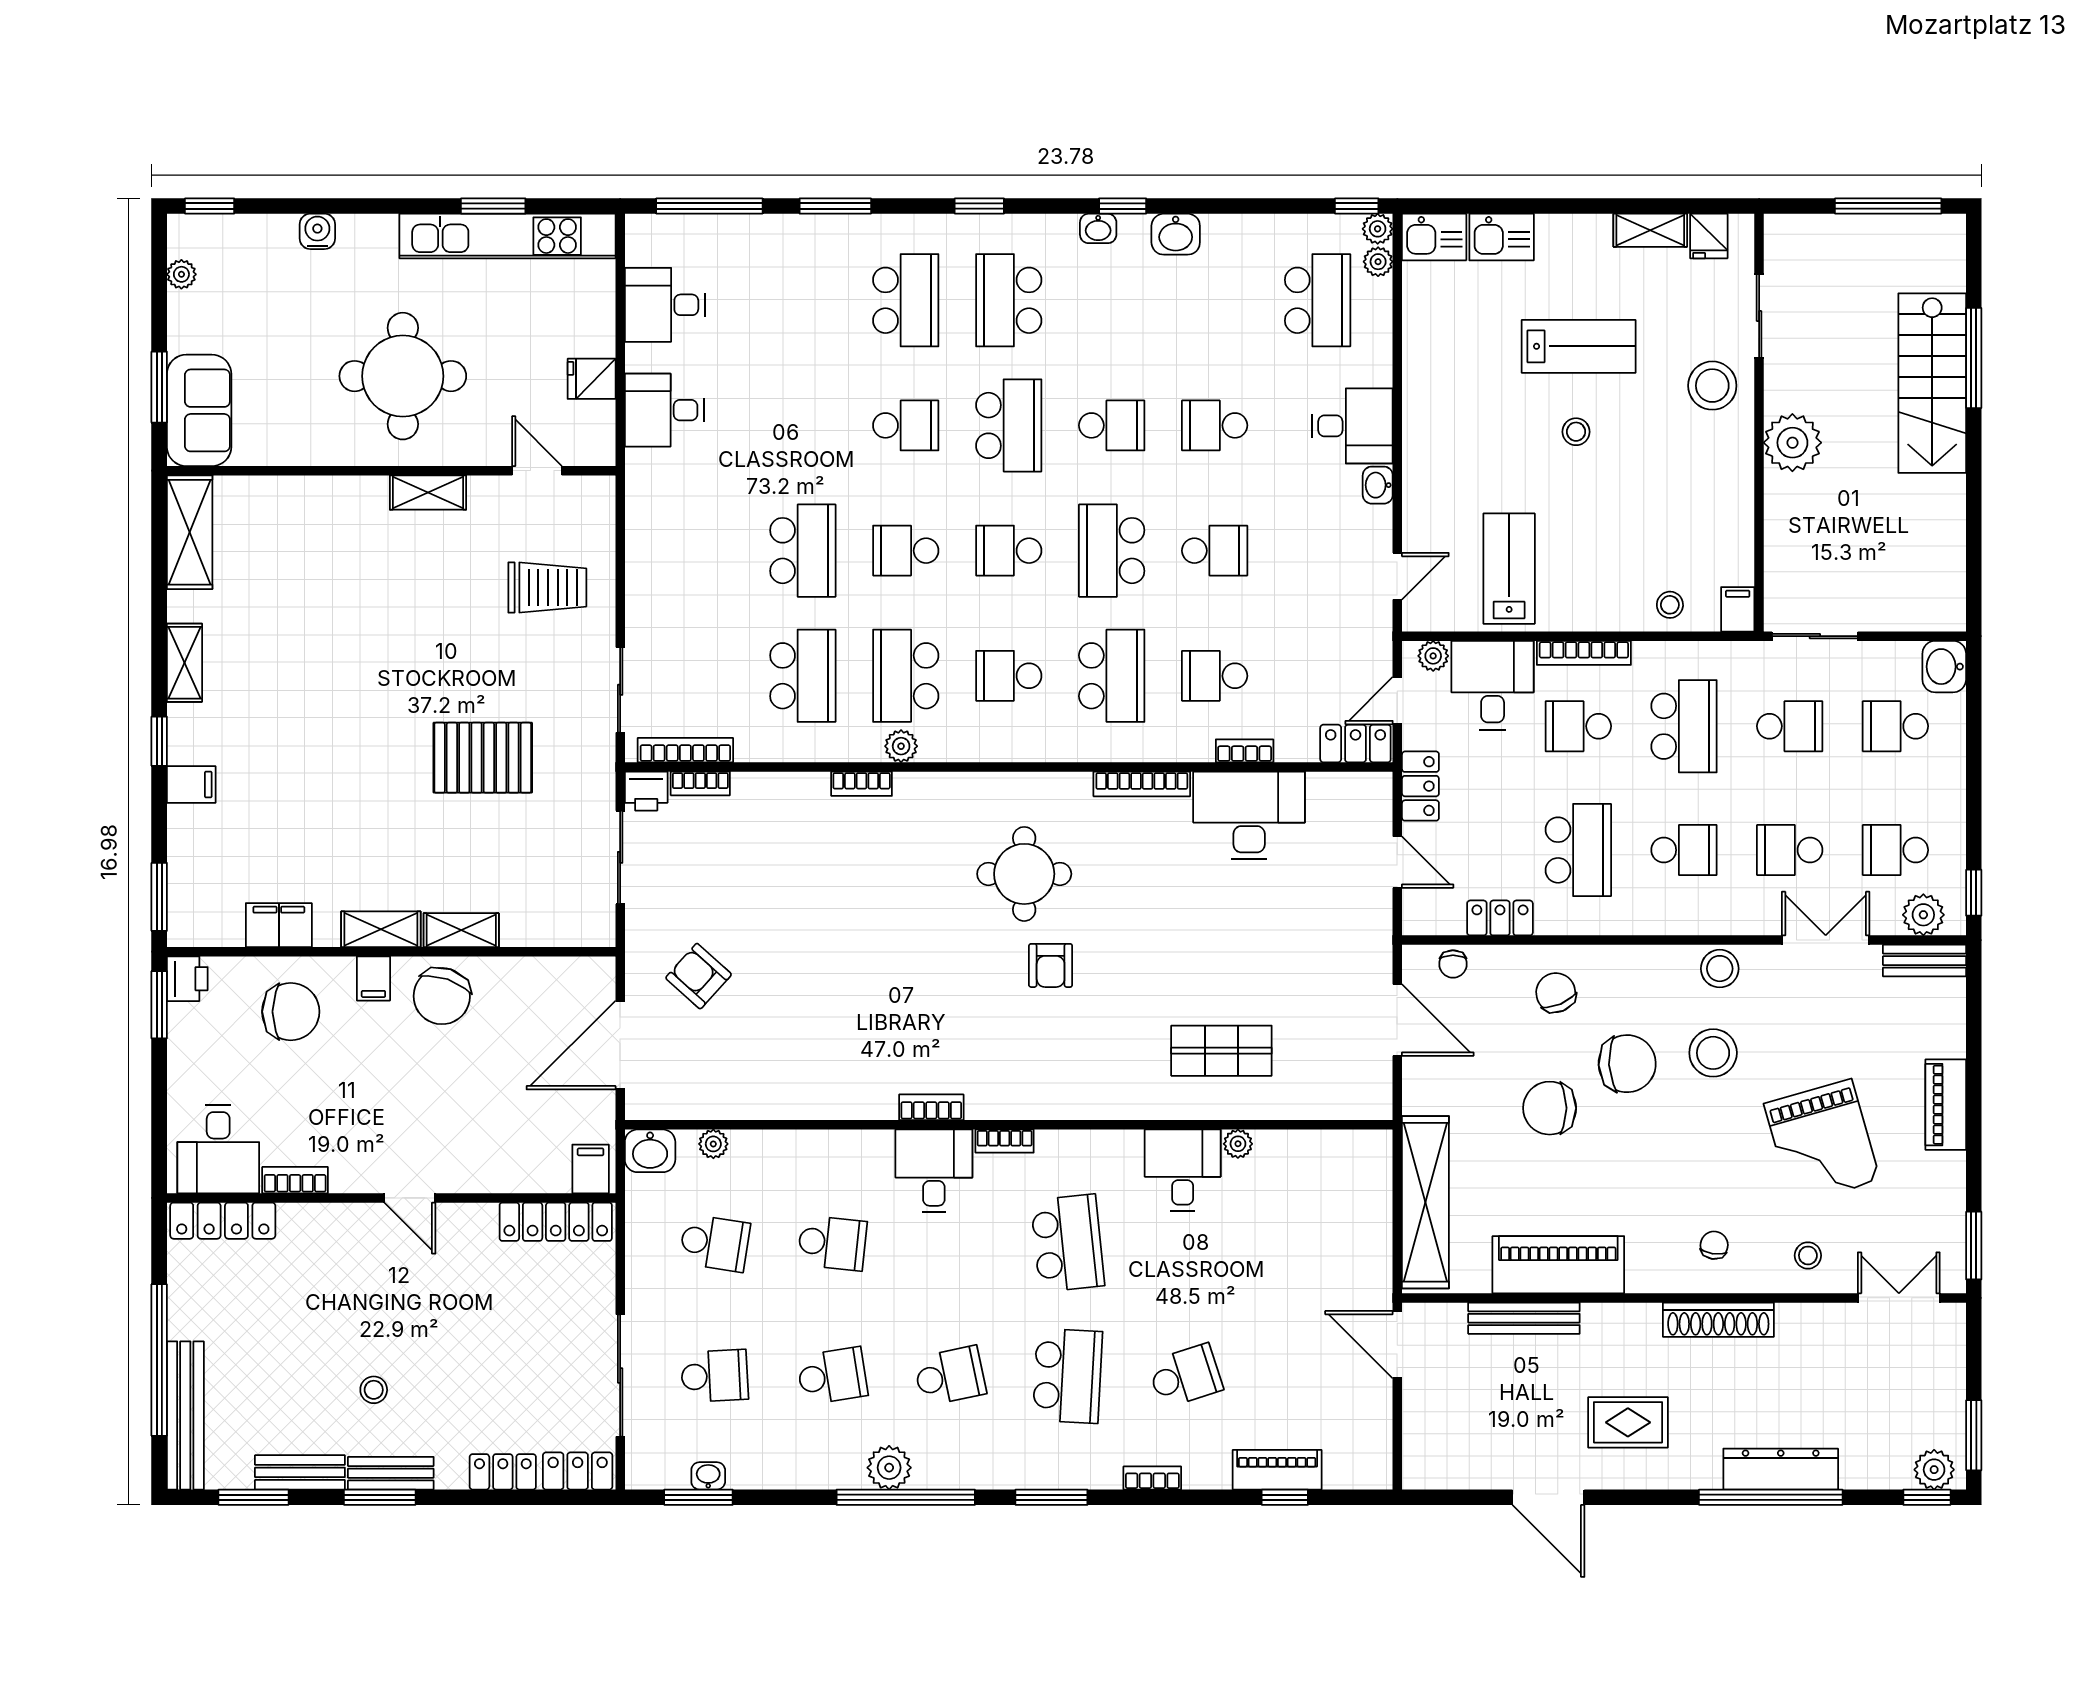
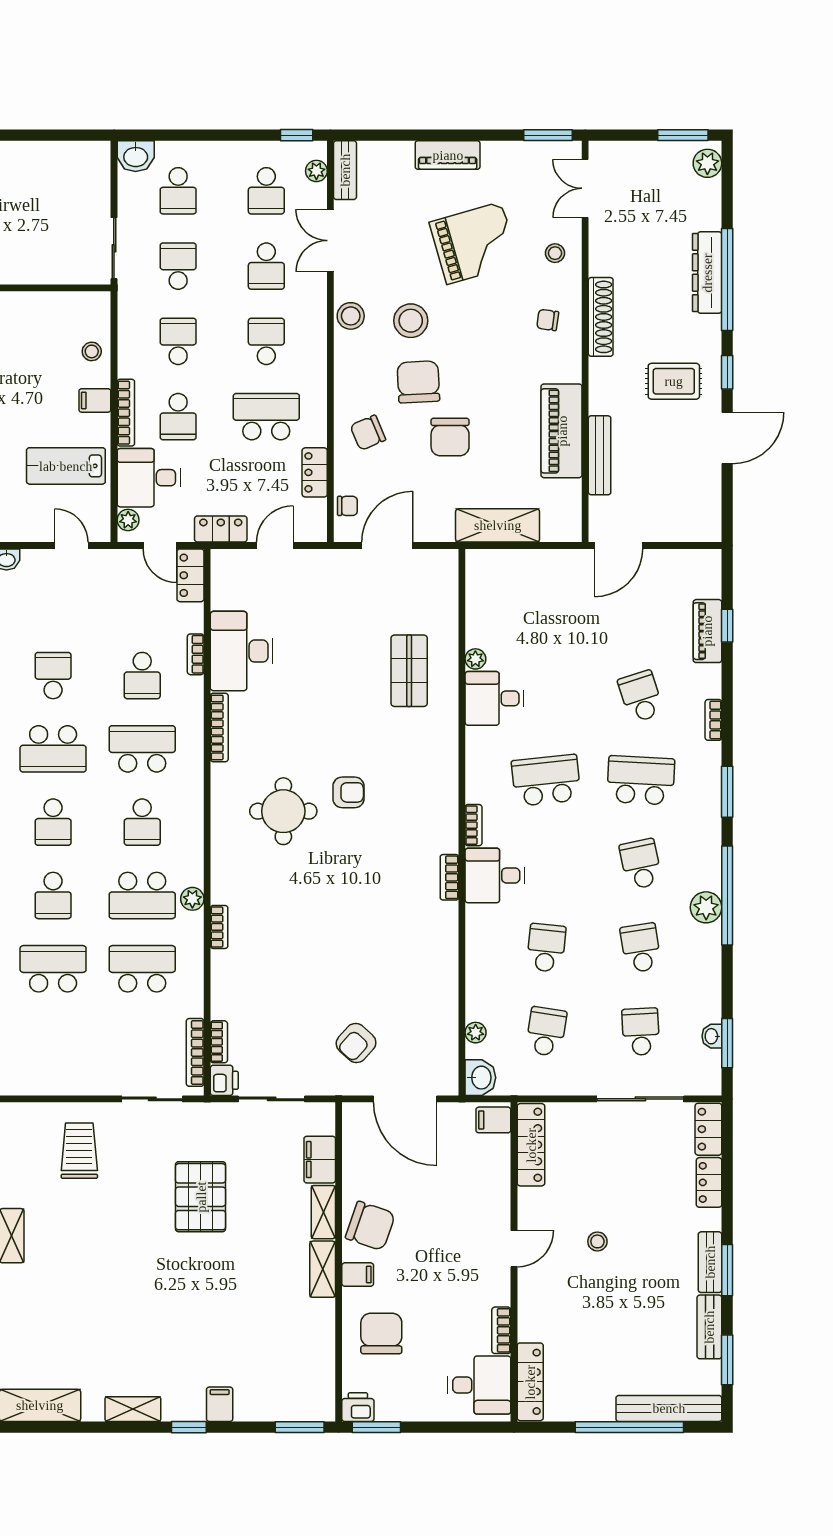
filing cabinet: (1738, 609) -> (95, 400), moved
school desk: (1684, 726) -> (178, 341), width x0.54
plant: (1923, 915) -> (316, 171), width x0.73, depth x0.73
filing cabinet: (279, 925) -> (320, 1160), moved
shelving: (1425, 1202) -> (498, 525), width x0.68
stool: (374, 1390) -> (597, 1241), moved
rug: (1628, 1422) -> (674, 381), turned 90
window: (1927, 1497) -> (727, 372), moved

